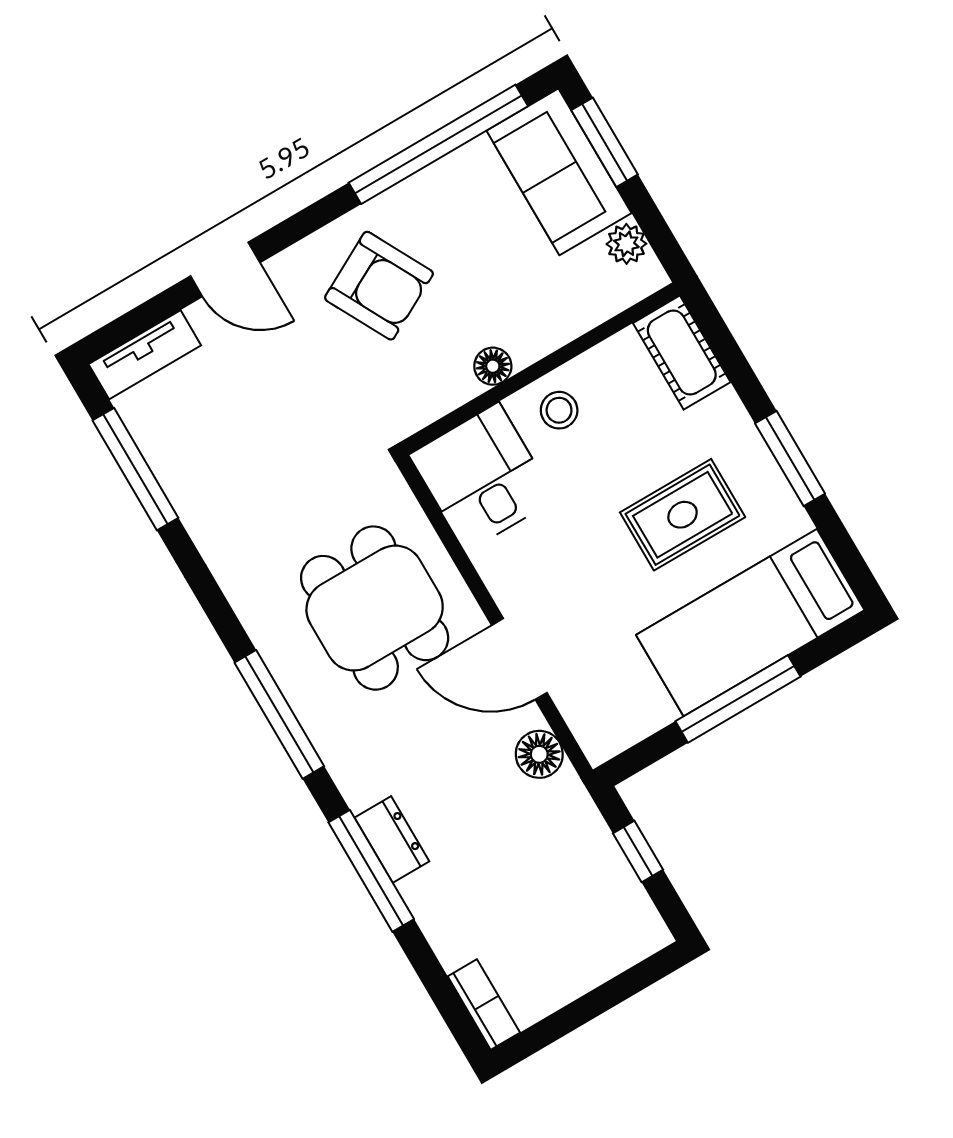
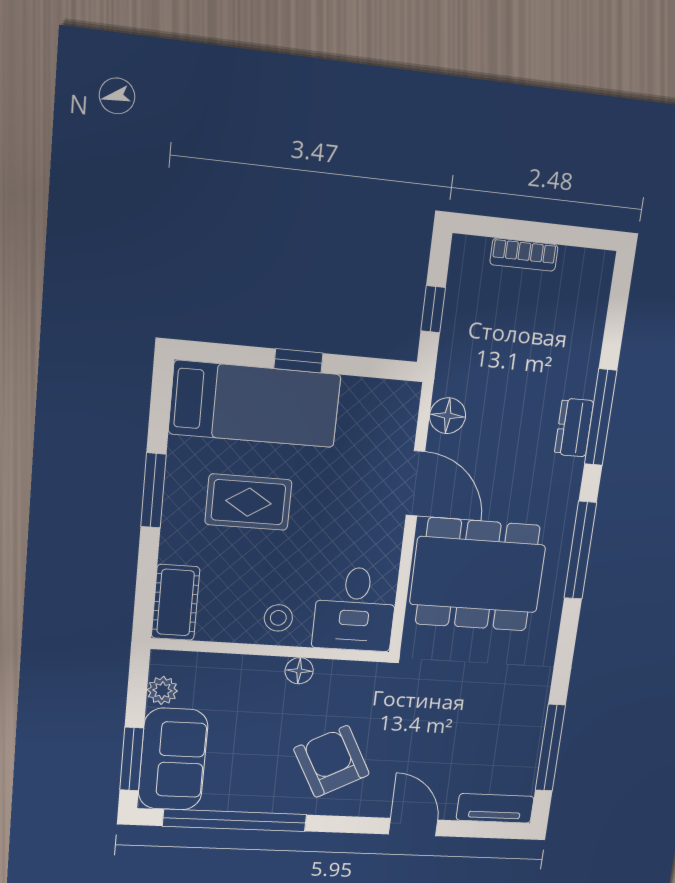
dining table: (375, 608) -> (478, 575), width x1.38
window: (738, 699) -> (298, 361), width x0.46
bookcase: (484, 1005) -> (524, 255), moved, turned -90

